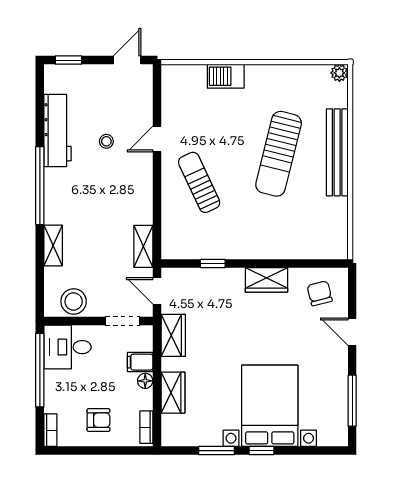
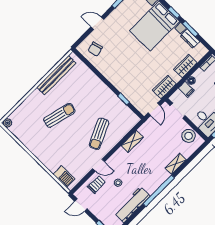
barbecue: (226, 76) -> (64, 177), moved
trolley: (133, 109) -> (96, 185), added
bench: (337, 152) -> (56, 75), moved
sun lounger: (279, 154) -> (59, 115), width x0.73, depth x0.75
shelving: (143, 246) -> (132, 141), moved
wardrobe: (266, 280) -> (110, 73), removed
door: (352, 332) -> (97, 23), swing flipped
dresser: (204, 437) -> (190, 39), added

